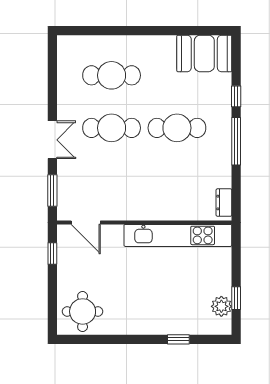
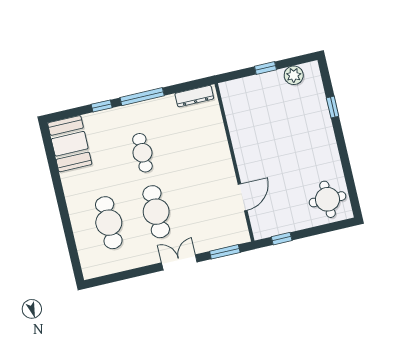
cafe table: (177, 128) -> (142, 153), width x0.73, depth x0.74
dresser: (224, 203) -> (194, 96), width x1.44
door: (86, 222) -> (243, 197), moved
kitchen unit: (178, 235) -> (239, 129), removed
window: (236, 298) -> (265, 68), moved

